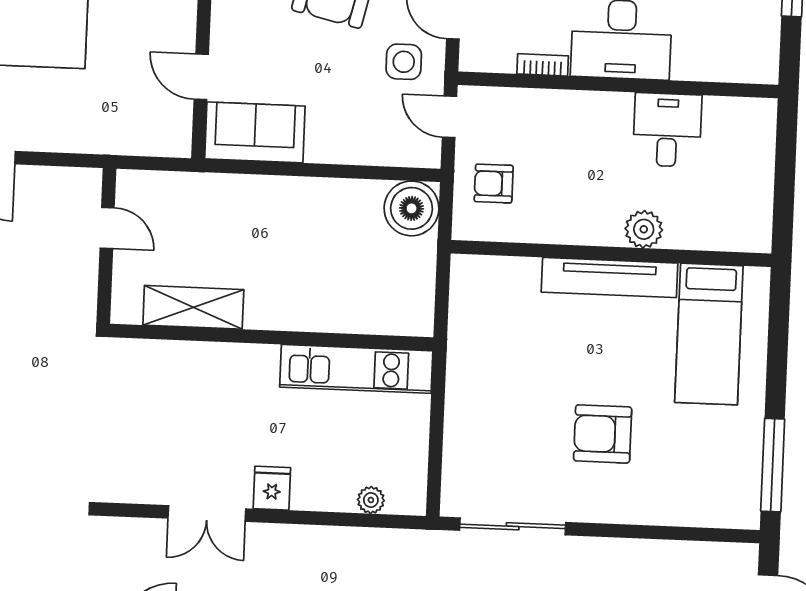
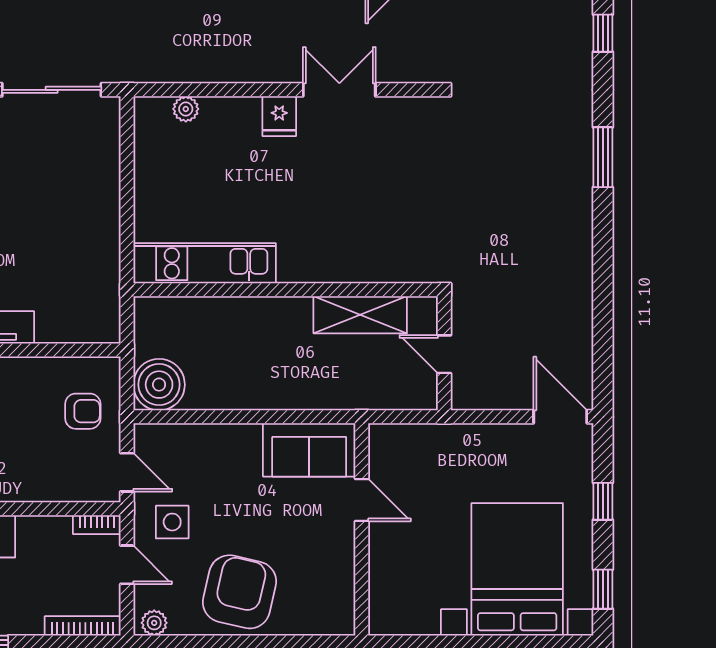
bookcase: (543, 65) -> (97, 525), moved
shelving: (193, 307) -> (360, 315), moved
wall: (271, 337) -> (286, 290), moved
kitchen unit: (356, 369) -> (205, 263), moved

